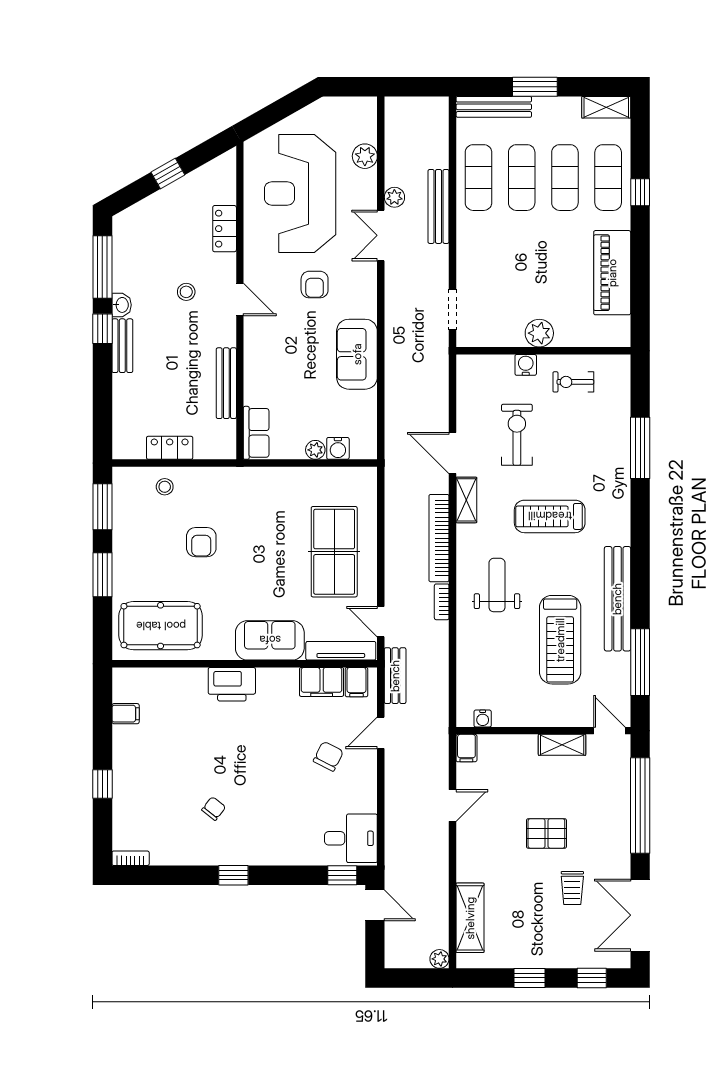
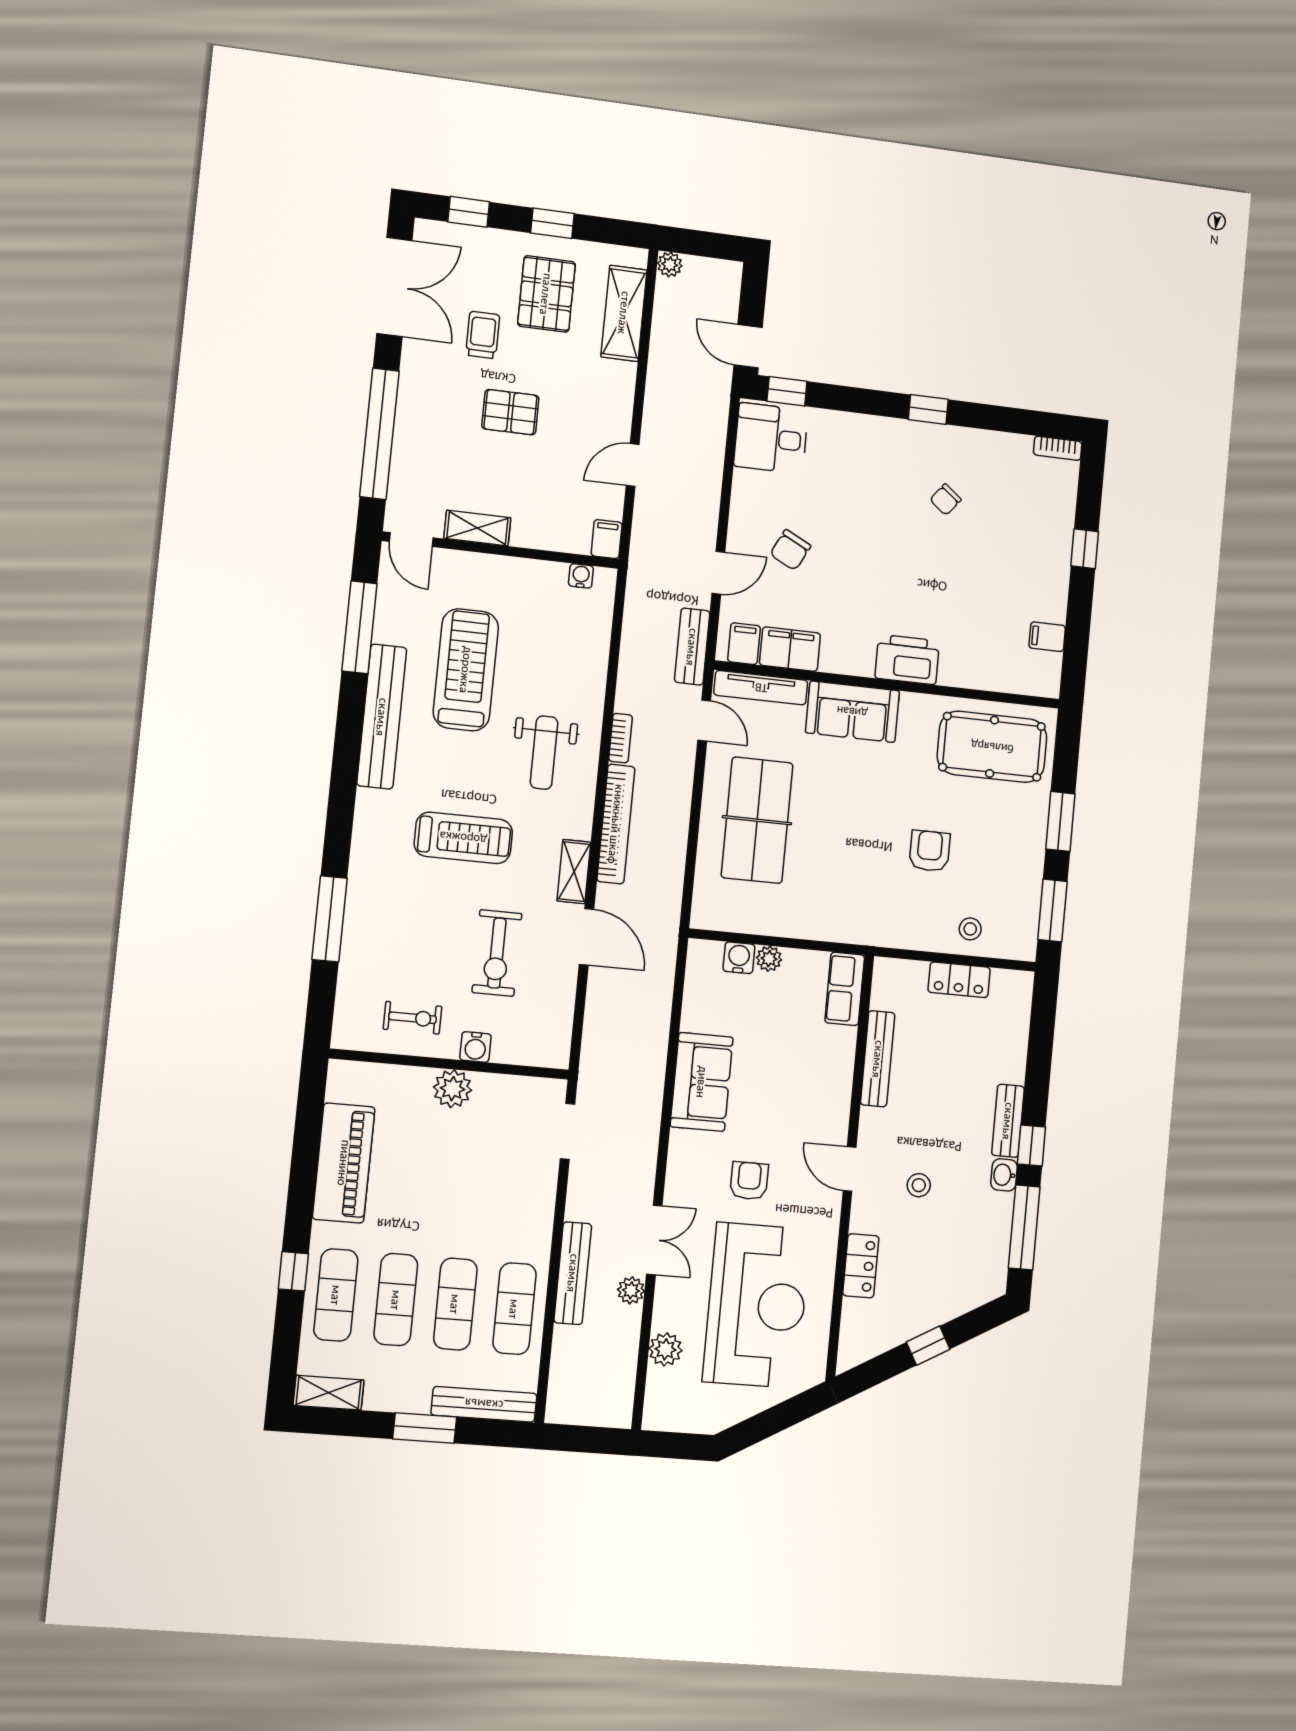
pallet: (529, 925) -> (546, 294), added

